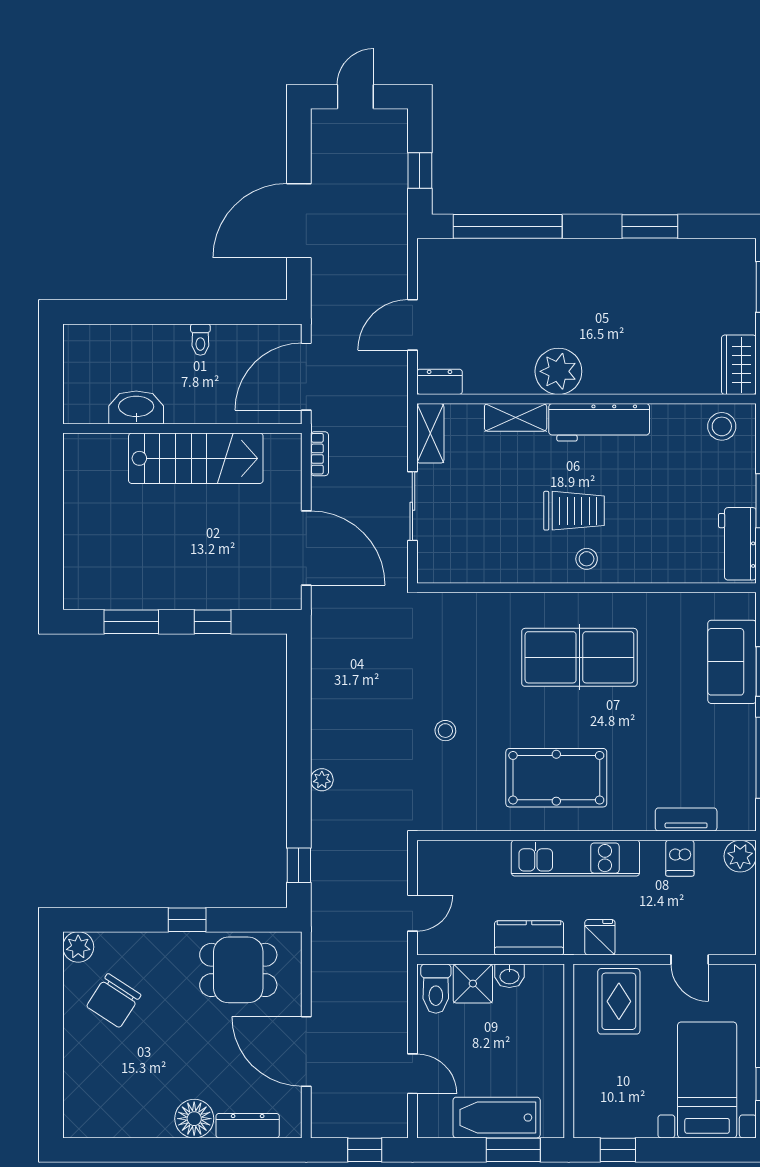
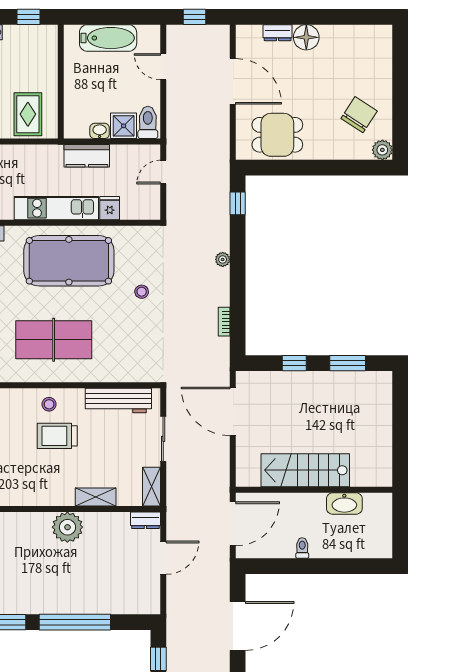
window: (508, 226) -> (75, 622), moved
workbench: (599, 422) -> (118, 401), moved, turned 180
bookcase: (319, 454) -> (224, 322), moved
pool table: (556, 778) -> (69, 261), width x1.36, depth x1.32
window: (187, 920) -> (311, 168), removed
fridge: (600, 937) -> (110, 208), moved, turned 180
dresser: (248, 1126) -> (278, 33), width x0.70
window: (513, 1150) -> (97, 17), removed

